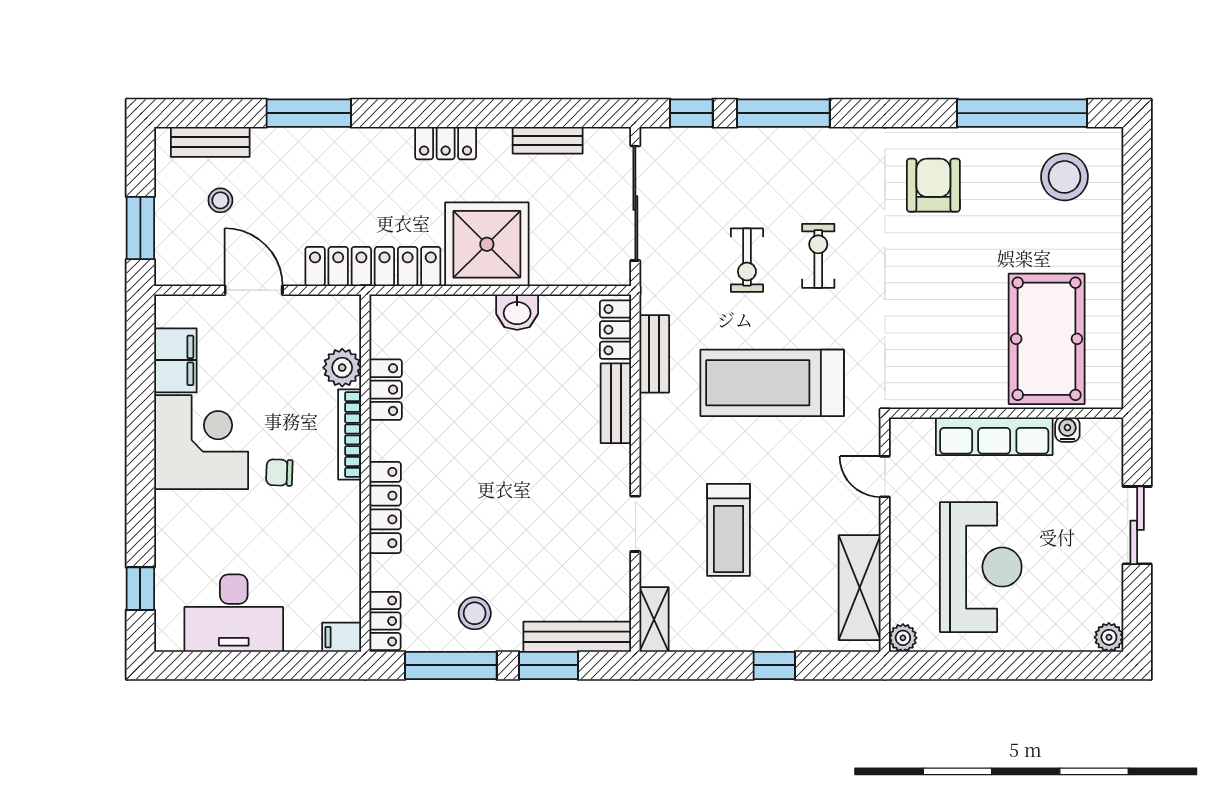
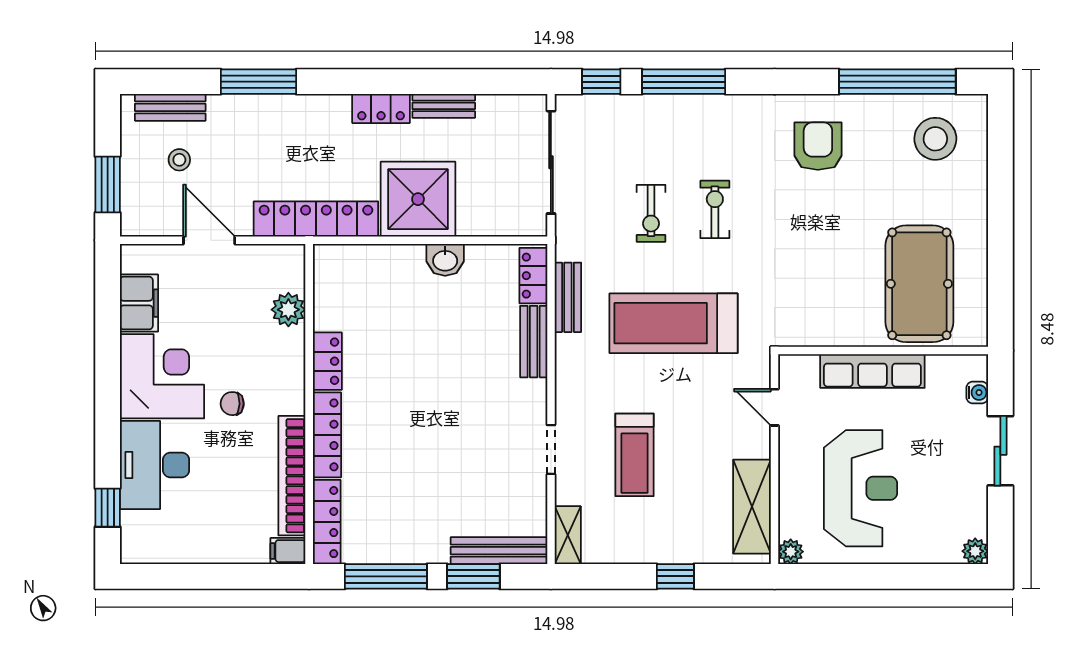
bench: (548, 140) -> (444, 106), moved
locker: (386, 390) -> (327, 361), moved
water cooler: (1067, 430) -> (977, 393), moved, turned 90
bookcase: (350, 434) -> (292, 476), moved, width x1.48, depth x1.31
desk: (234, 613) -> (155, 465), moved, turned 90
stool: (475, 613) -> (407, 530), removed
locker: (385, 621) -> (327, 522), width x1.53

